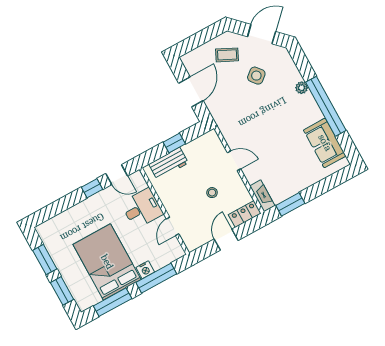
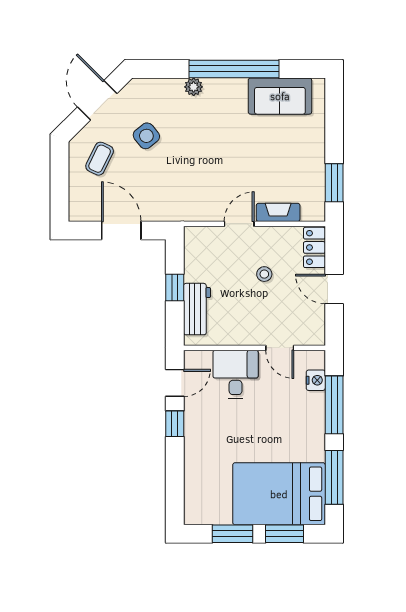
fireplace: (262, 196) -> (278, 212), moved
bed: (107, 262) -> (279, 494), moved
nightstand: (145, 270) -> (316, 380), moved

